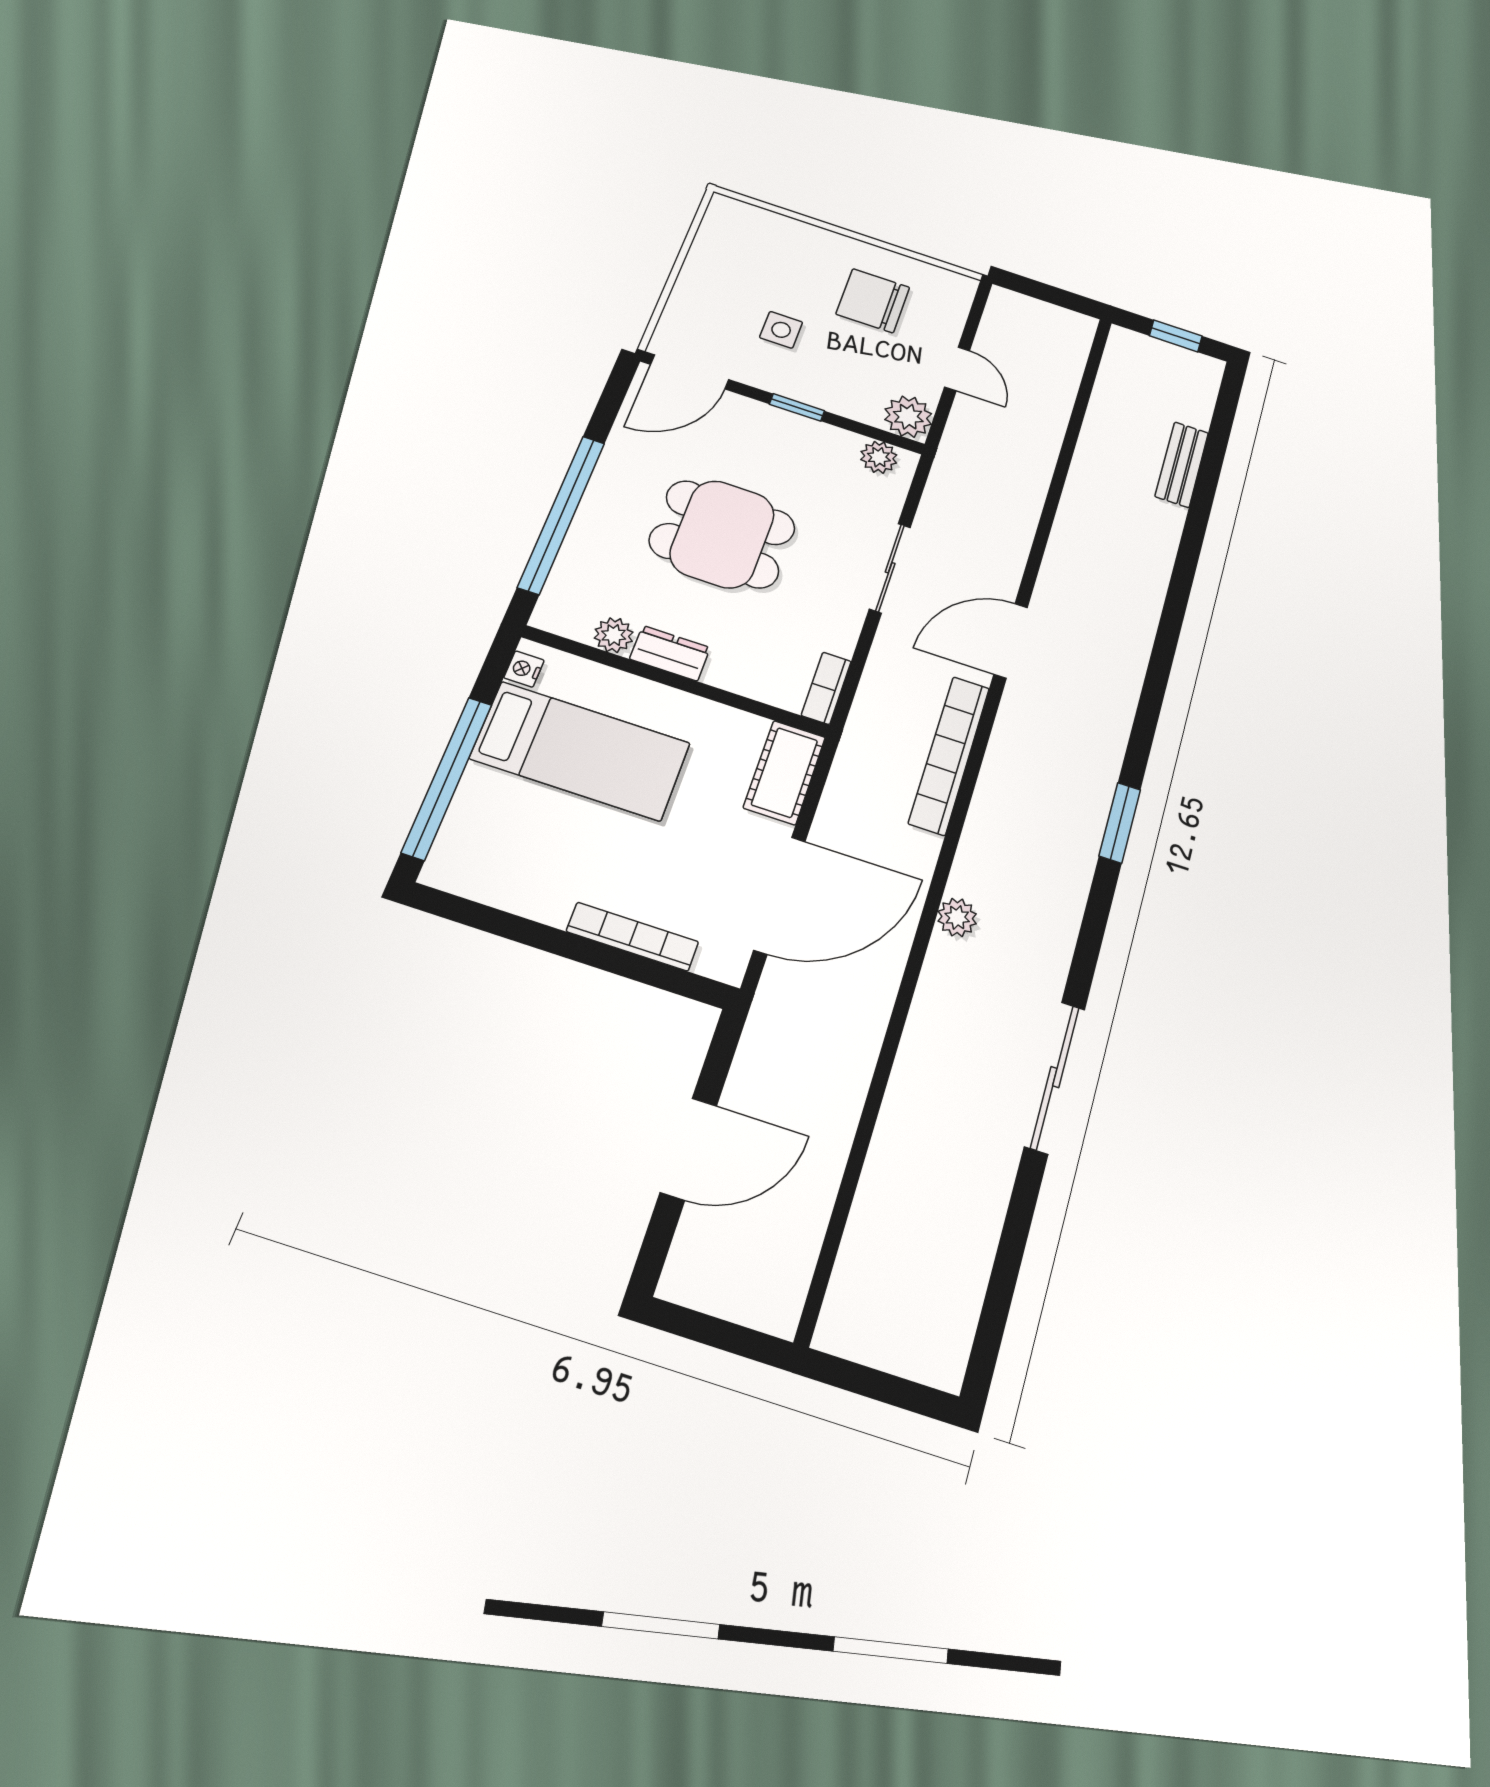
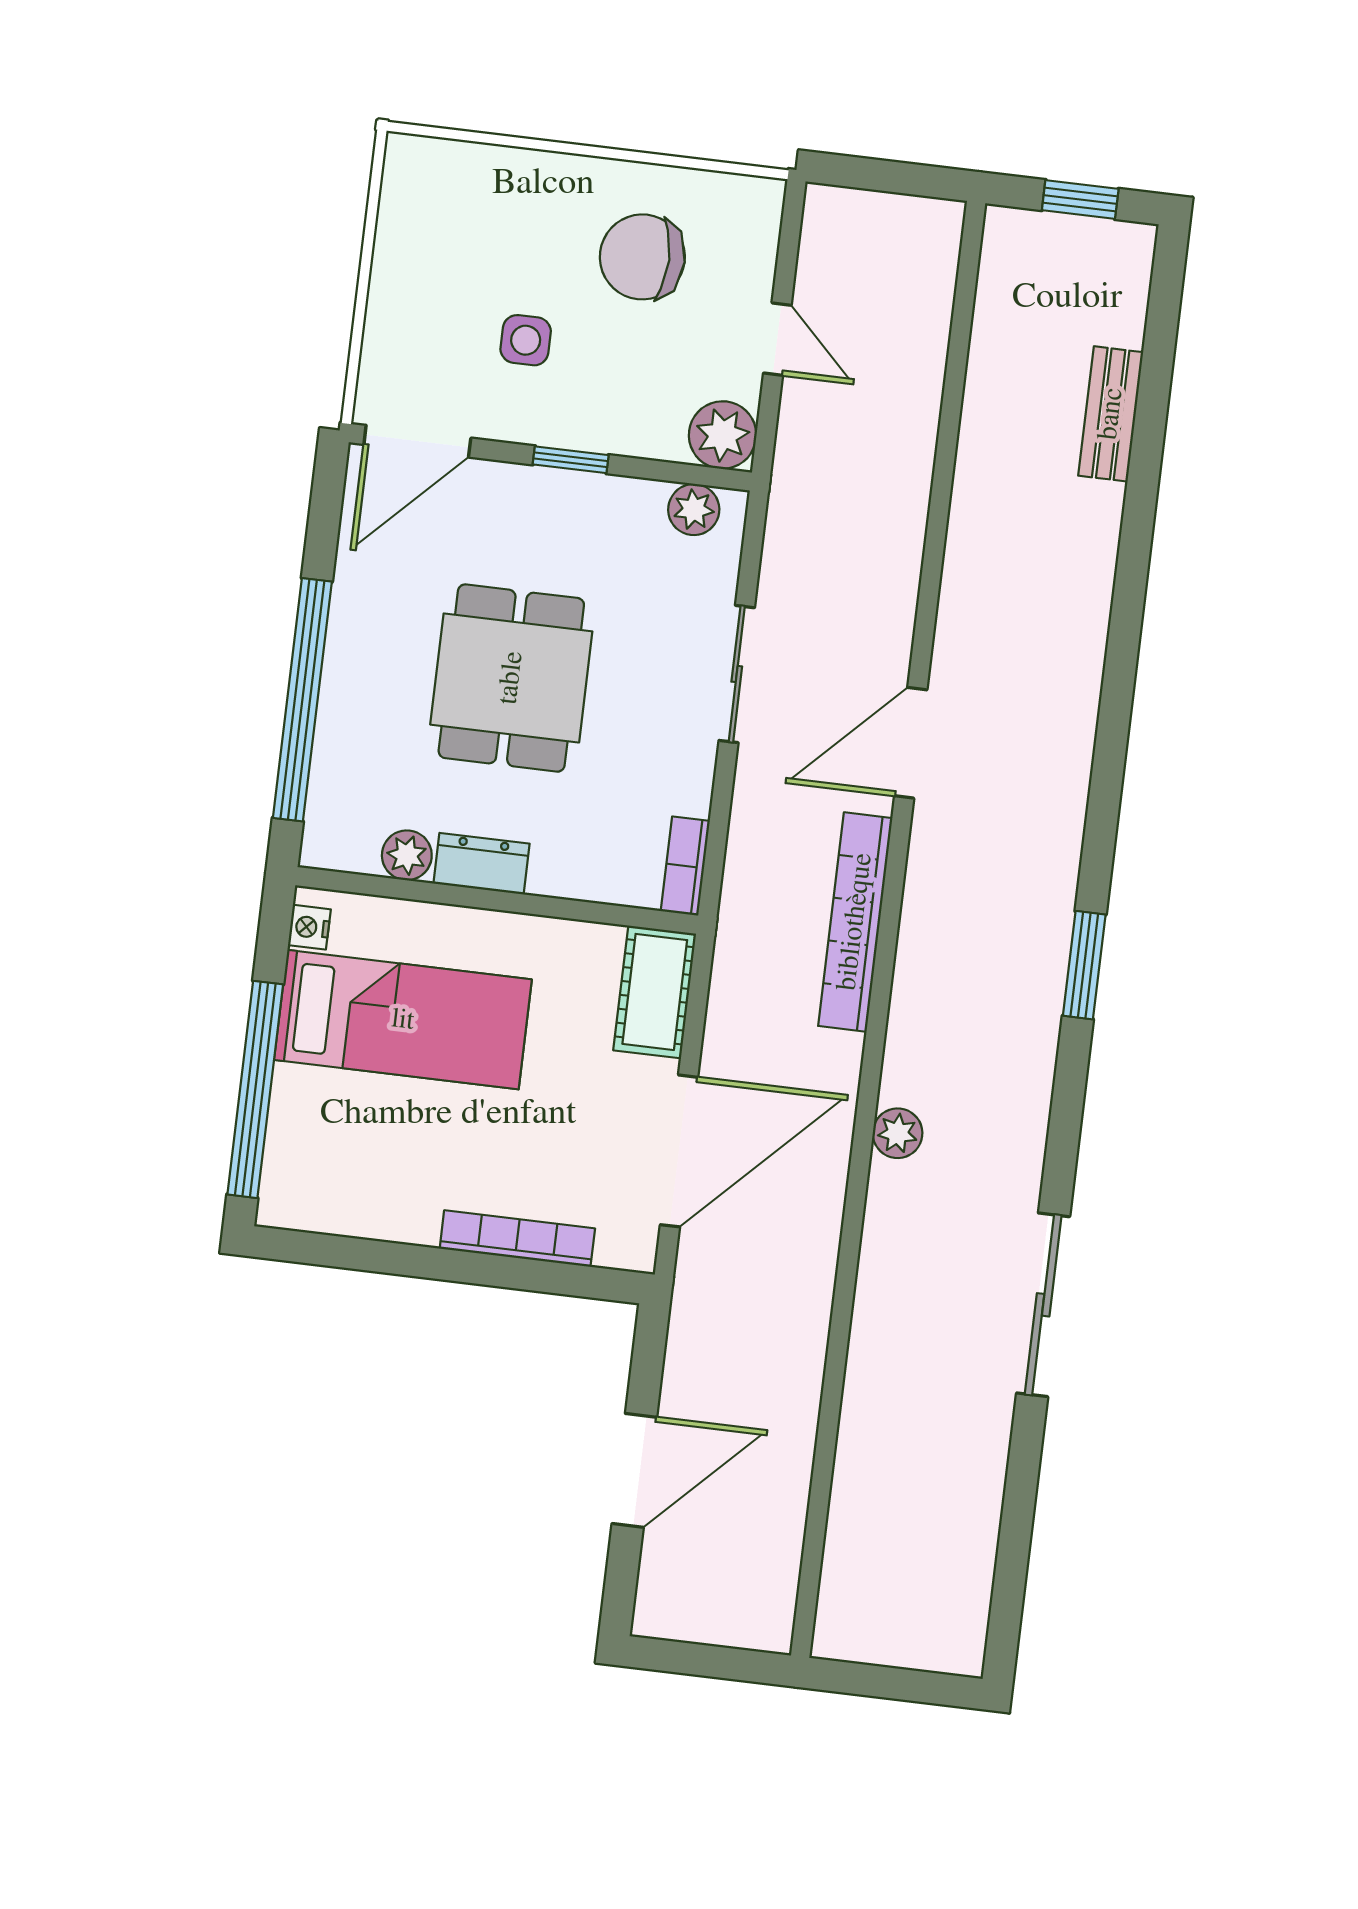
dining table: (722, 534) -> (511, 678), turned 90

